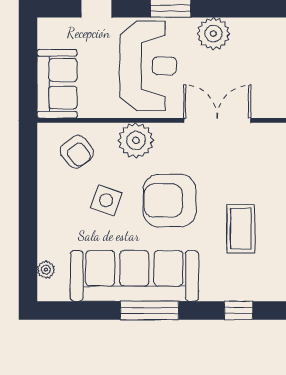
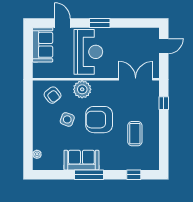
plant: (213, 34) -> (121, 36), removed
sofa: (57, 84) -> (43, 45), moved
double door: (217, 120) -> (136, 79), moved
sofa: (134, 276) -> (81, 160), width x0.54, depth x0.79

